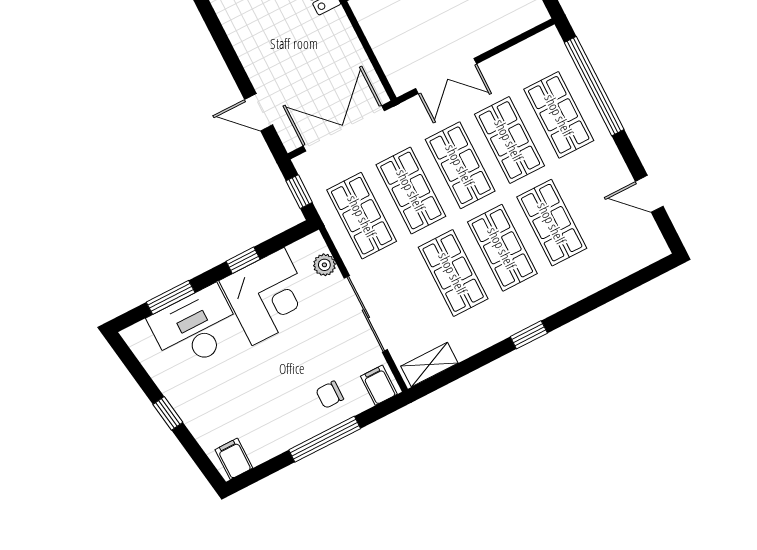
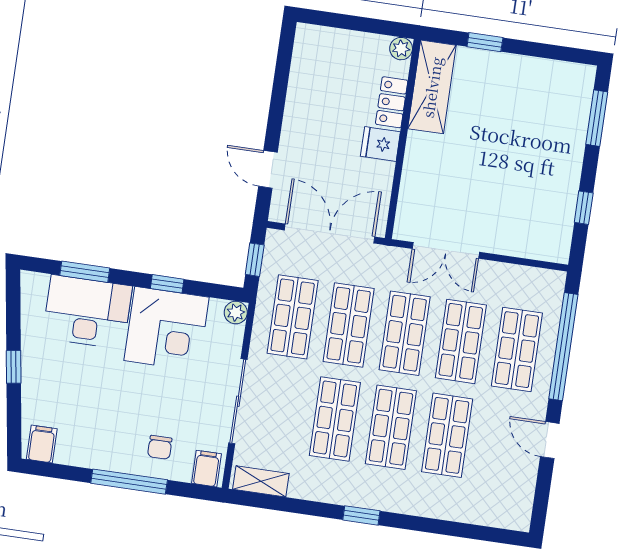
fridge: (334, 28) -> (380, 144), added
door: (649, 194) -> (550, 440), moved
plant: (324, 265) -> (236, 313), moved
chair: (330, 395) -> (160, 447), turned -90

